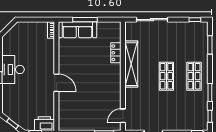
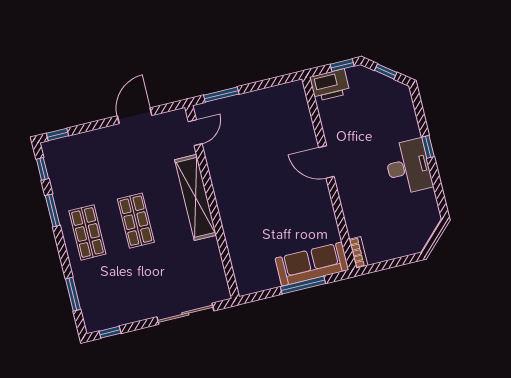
locker: (116, 53) -> (235, 240), removed
shelving: (131, 64) -> (196, 197), moved

